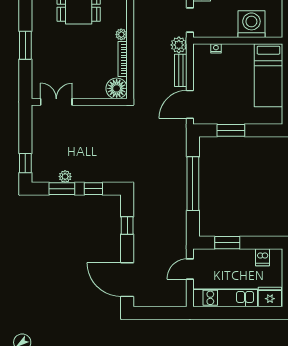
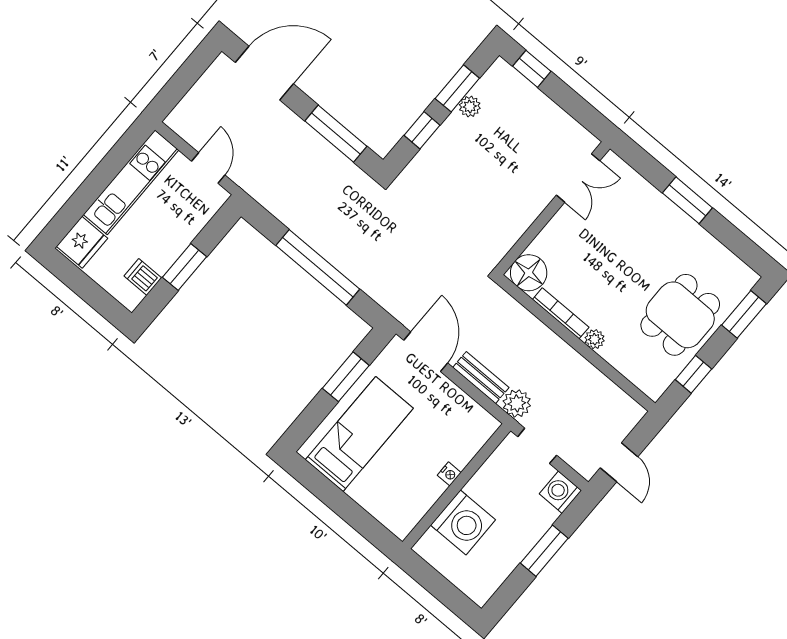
nightstand: (216, 48) -> (449, 474), moved
bed: (268, 75) -> (359, 434), moved, turned 90
window: (127, 225) -> (336, 134), width x2.17
window: (227, 243) -> (184, 267), moved

